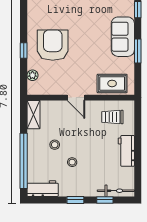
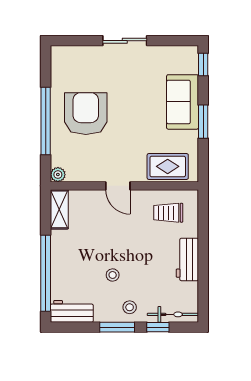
window: (24, 50) -> (46, 121), width x3.17
plant: (32, 75) -> (58, 175), moved
stool: (55, 145) -> (130, 307), moved
window: (75, 200) -> (117, 327), width x1.50

